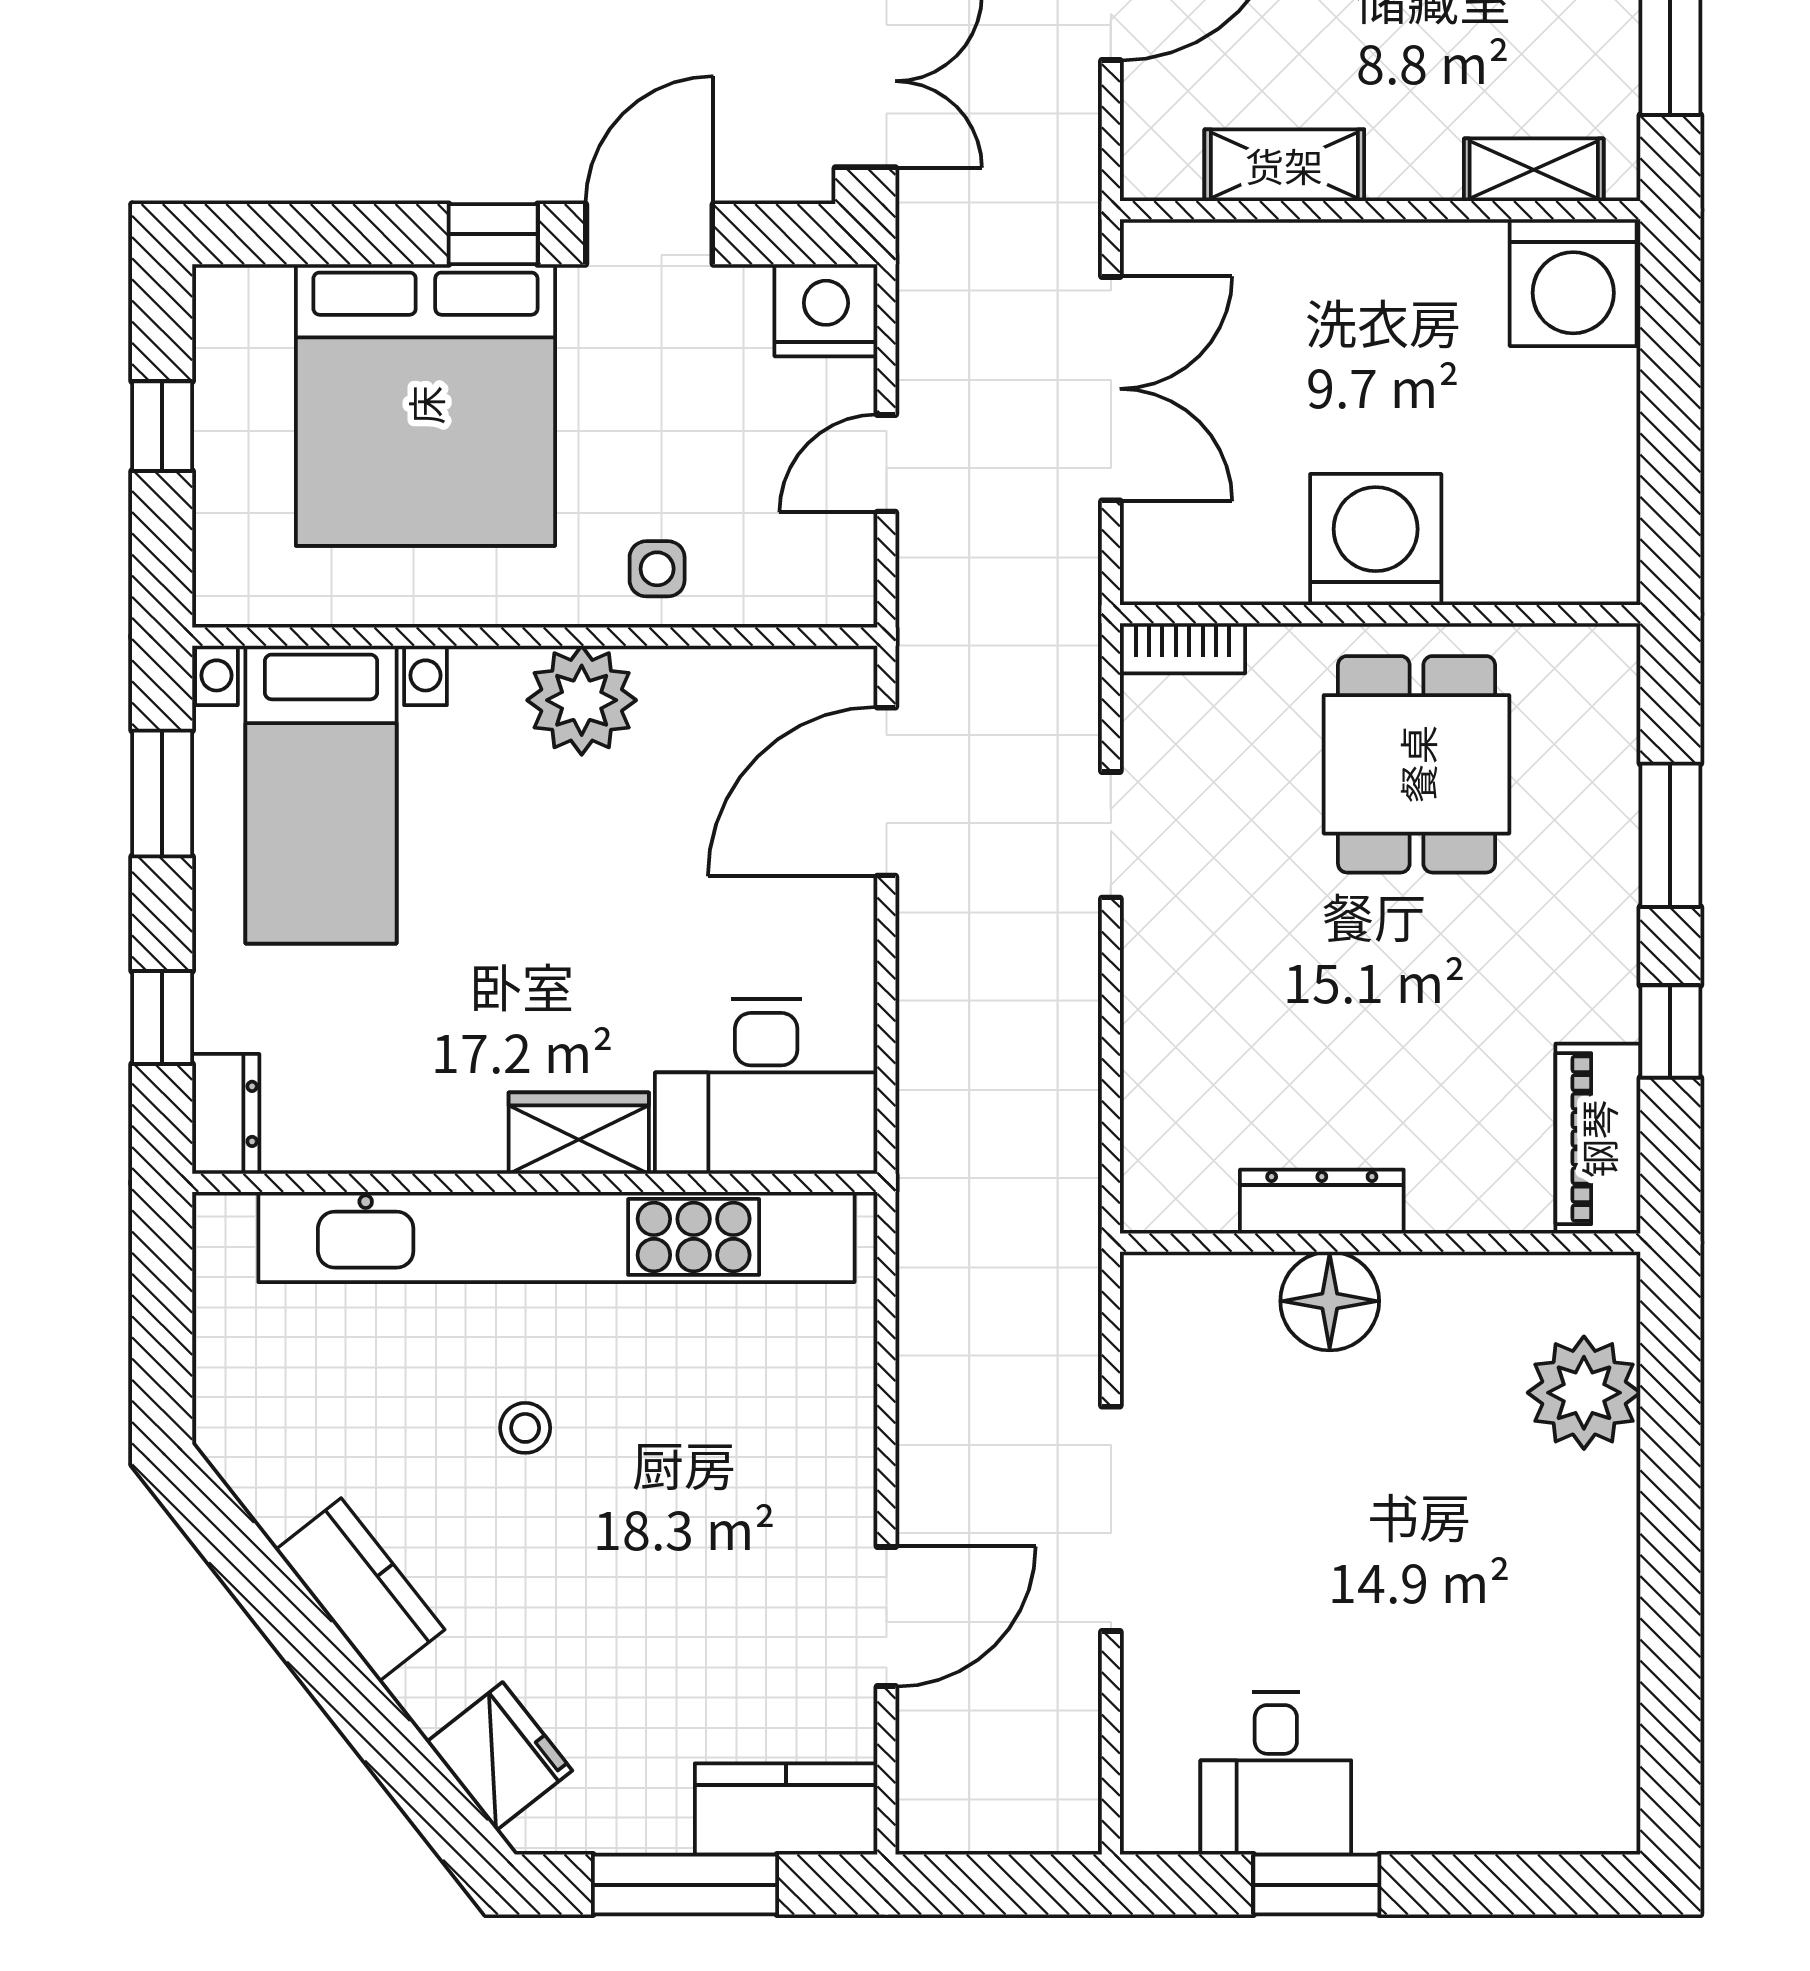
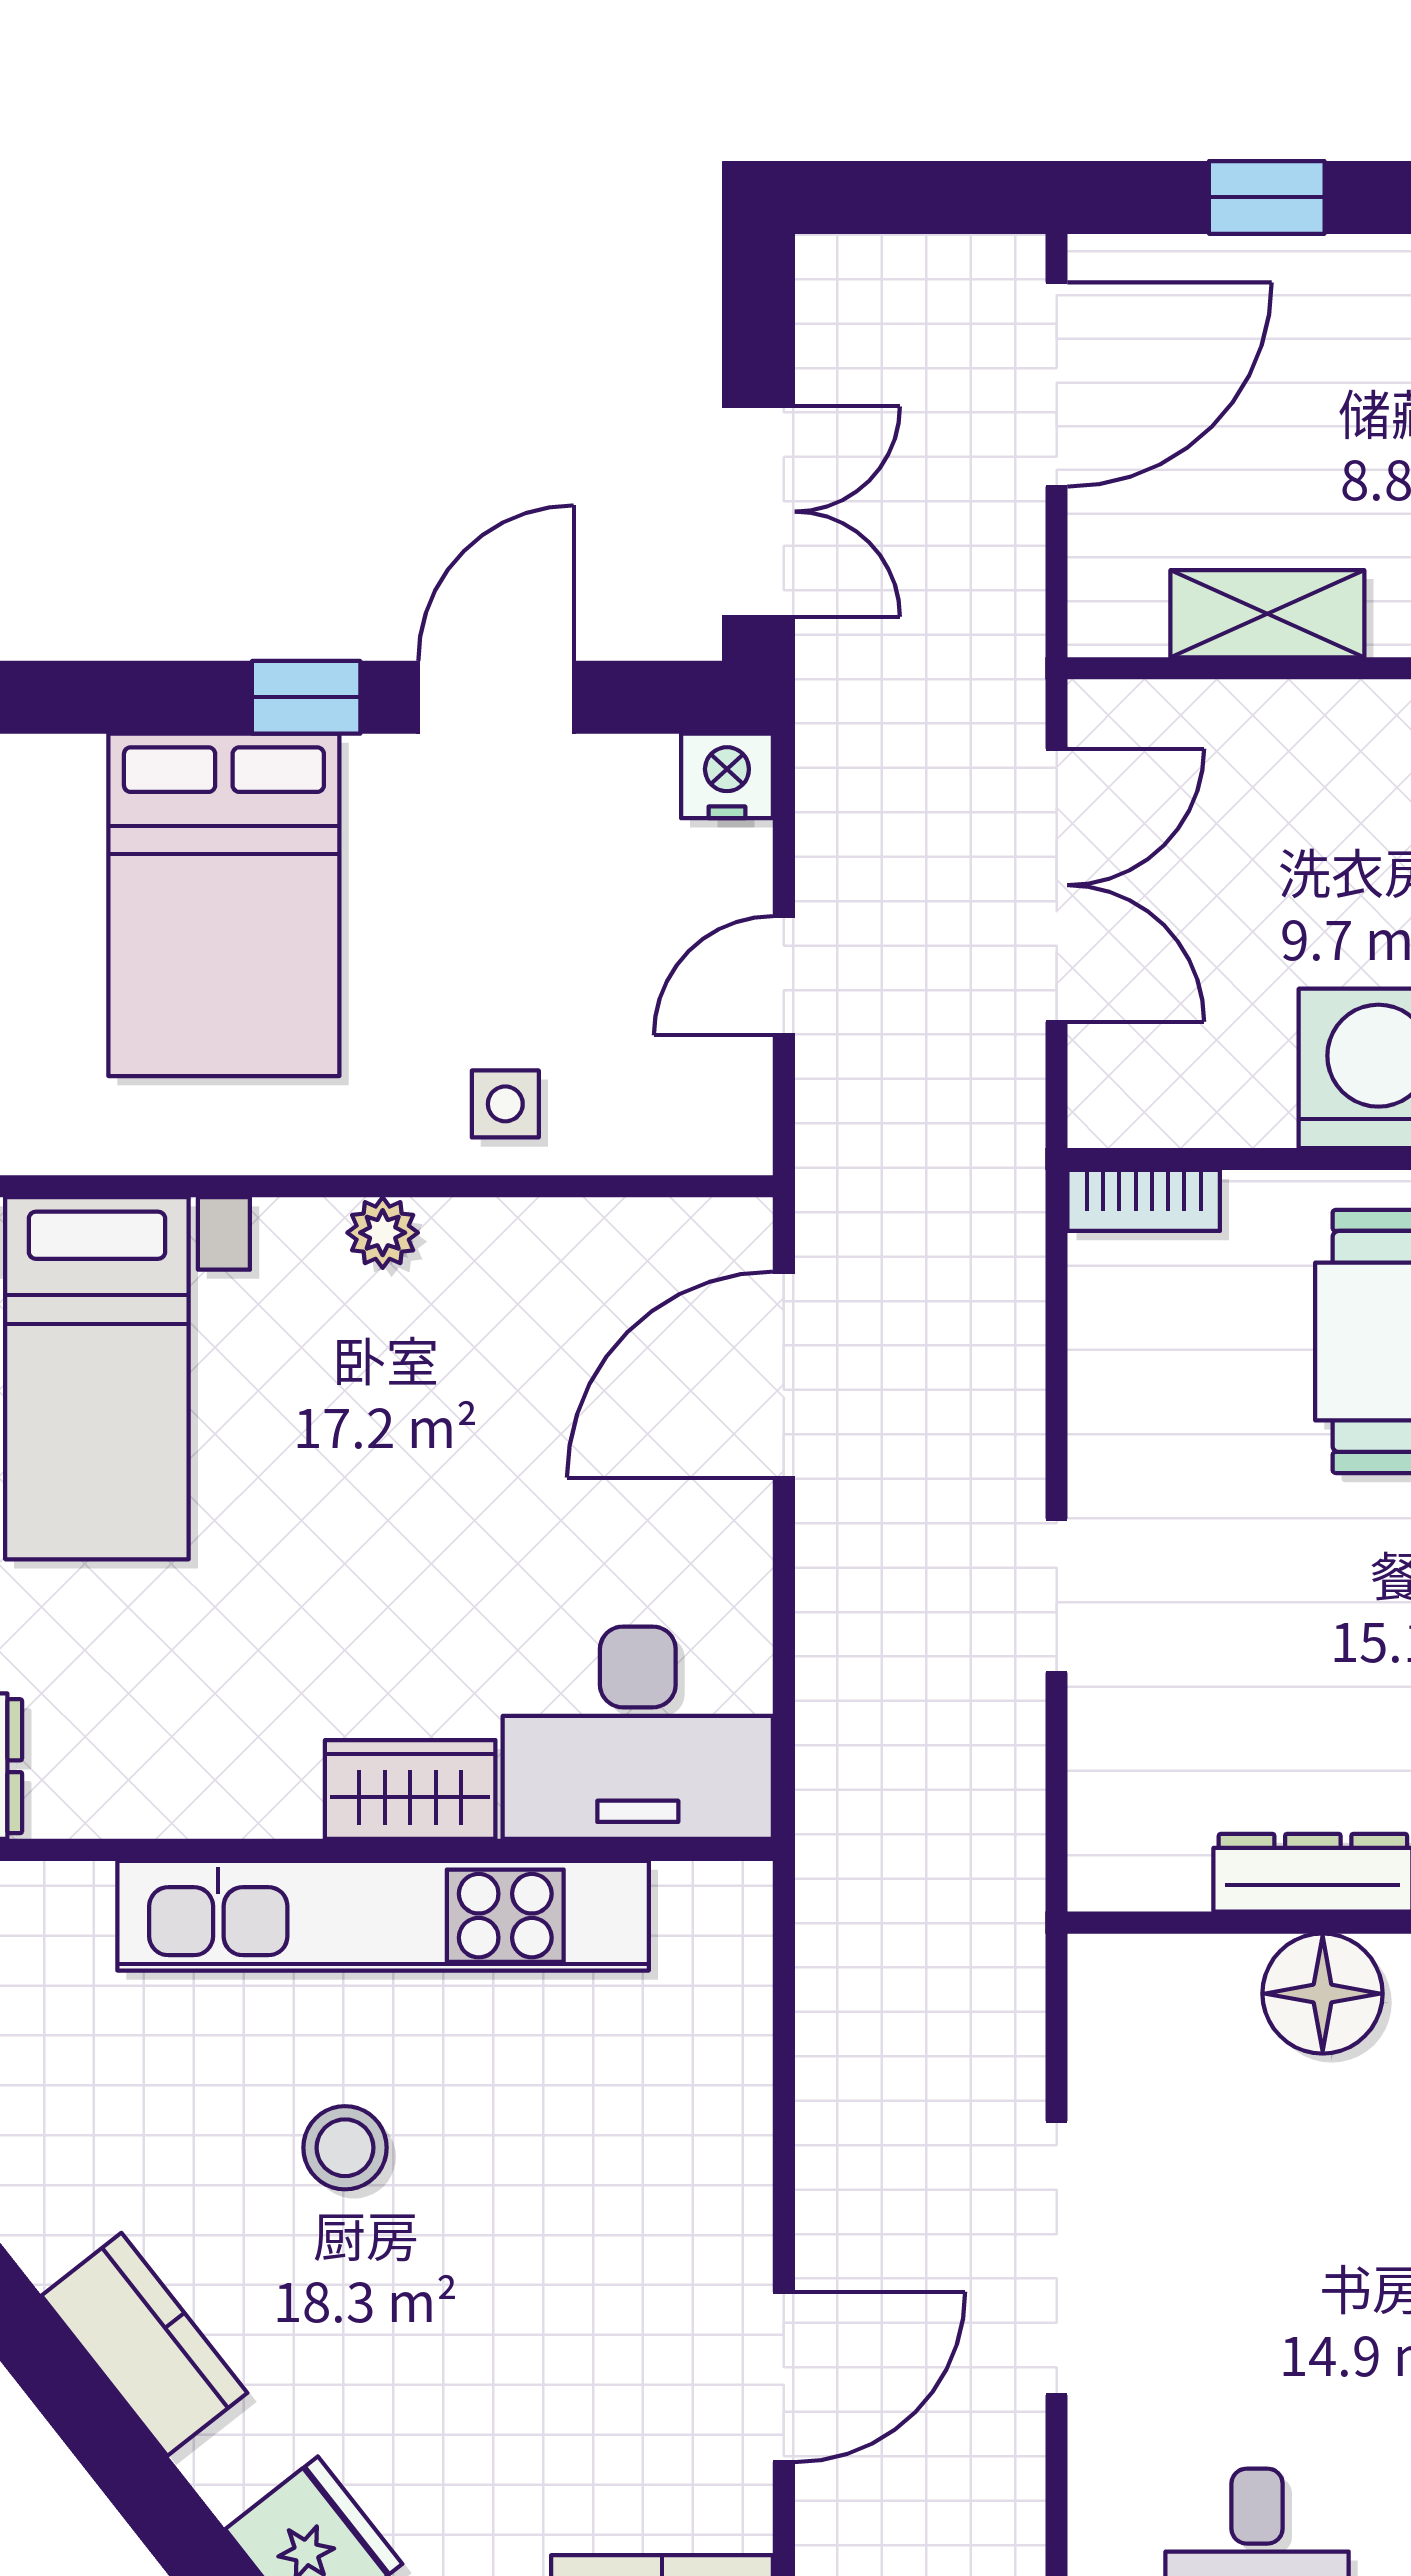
nightstand: (826, 310) -> (727, 776), width x0.74, depth x0.75
bed: (425, 405) -> (224, 905), width x0.73
plant: (582, 700) -> (383, 1233), width x0.53, depth x0.53
doorway: (1111, 835) -> (1057, 1596), moved
kitchen unit: (556, 1237) -> (383, 1916), width x0.73
stool: (525, 1428) -> (345, 2148), width x1.37, depth x1.37

